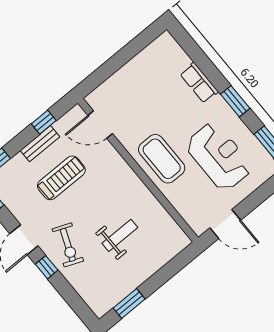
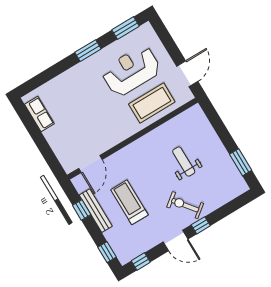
row of seats: (199, 83) -> (39, 114), moved, turned -90
bench: (40, 144) -> (96, 211), width x1.36
coffee table: (162, 159) -> (152, 103), moved
exercise bike: (68, 245) -> (185, 205), turned -150

